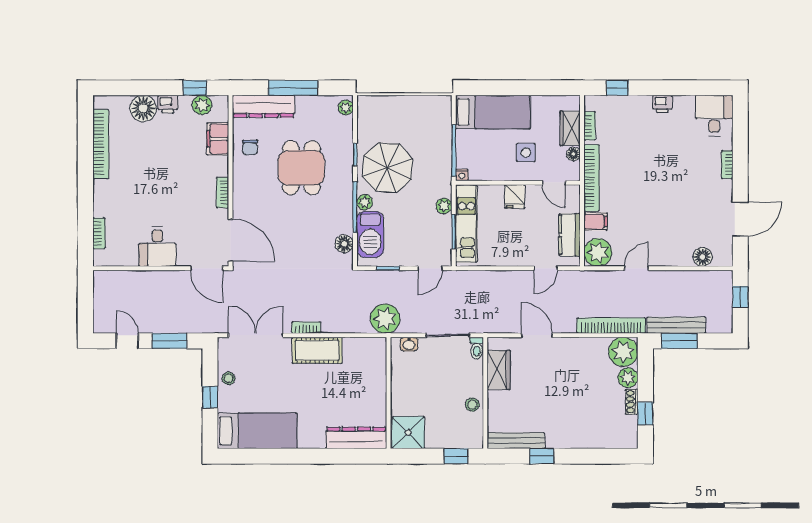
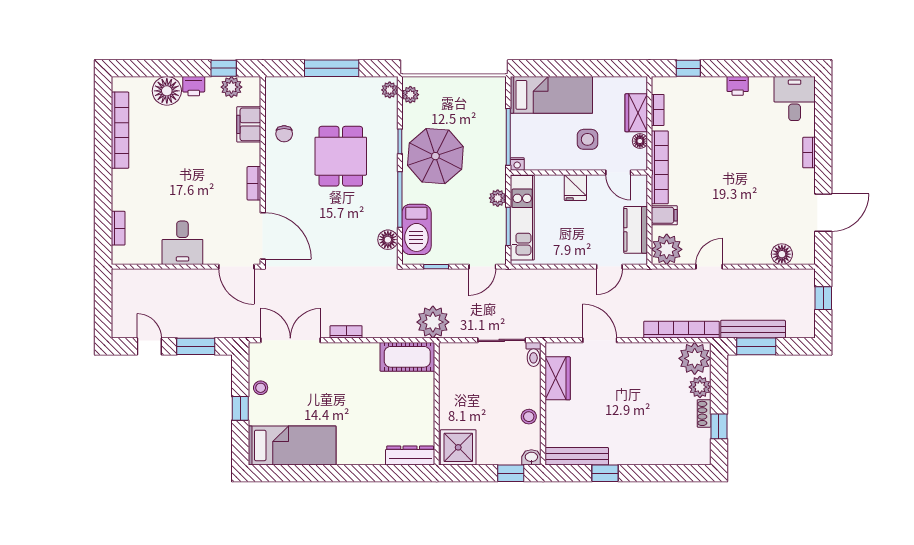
dresser: (263, 106) -> (299, 89), removed
plant: (365, 202) -> (410, 95), moved
washbasin: (409, 344) -> (531, 457), moved, turned 180
cot: (317, 350) -> (407, 357), moved
dresser: (356, 438) -> (410, 455), width x0.73, depth x0.80

